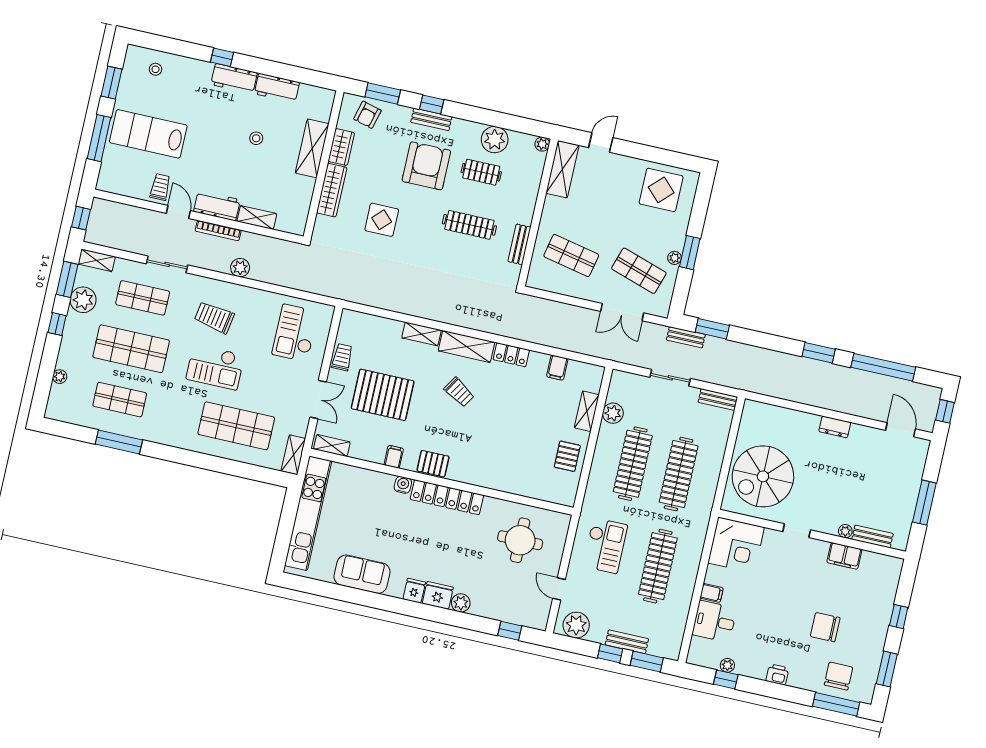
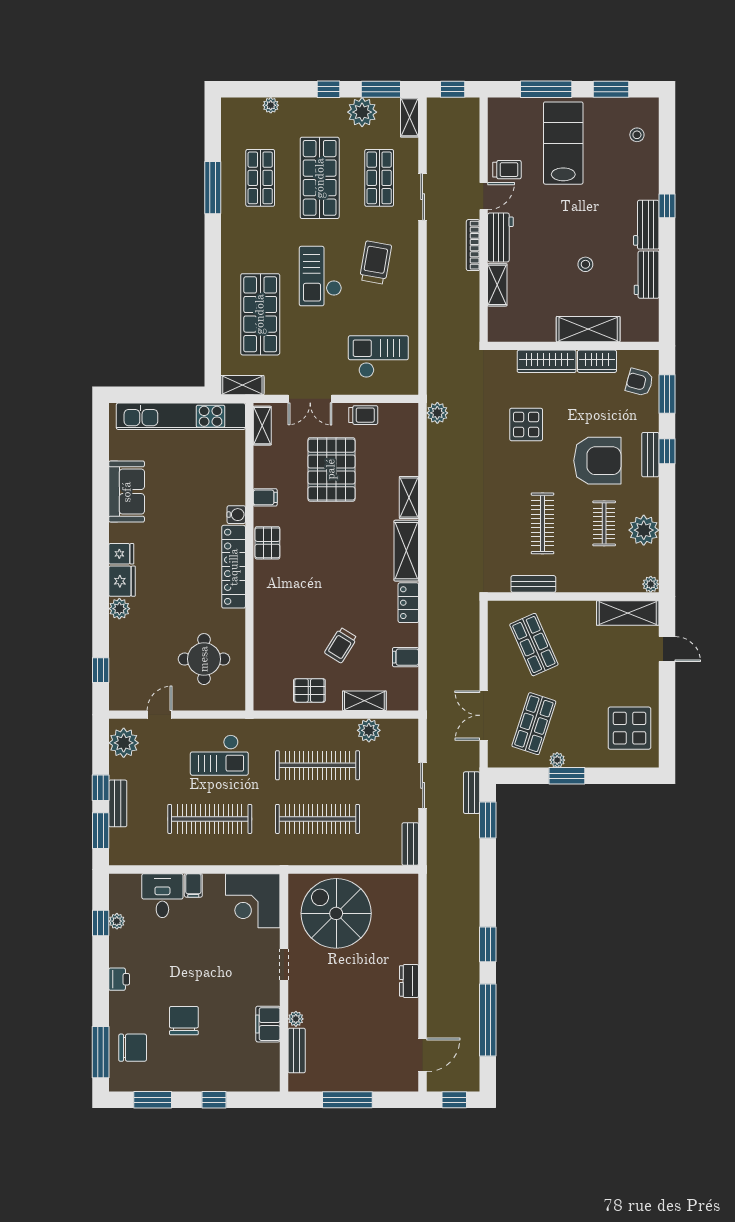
shop shelf: (571, 256) -> (534, 645), turned -36
plant: (240, 268) -> (437, 413), moved
trolley: (459, 392) -> (341, 645), moved

